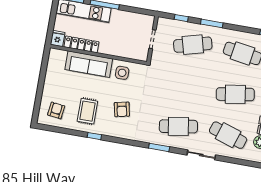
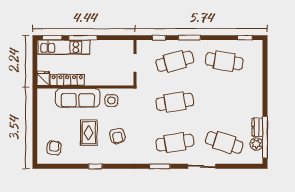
cafe table: (235, 94) -> (175, 102), moved
rug: (87, 111) -> (89, 133), moved

